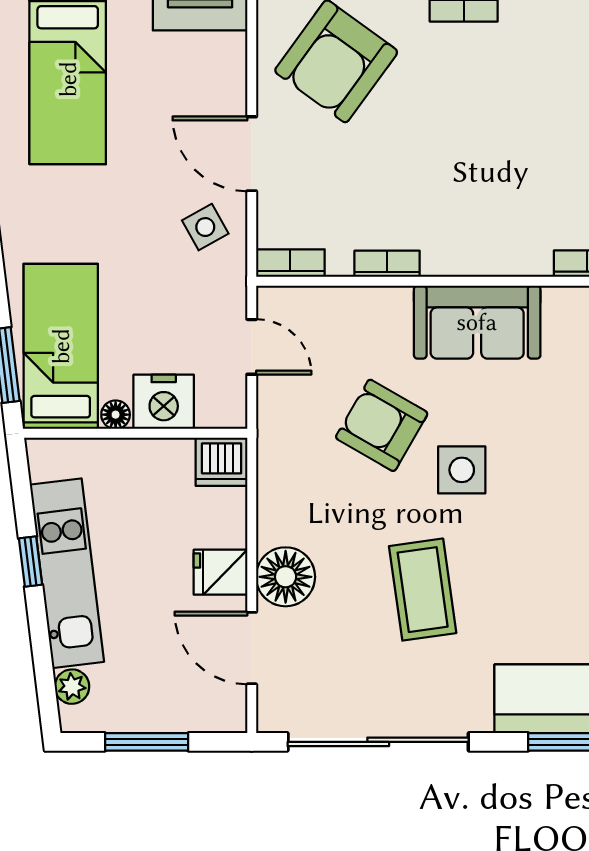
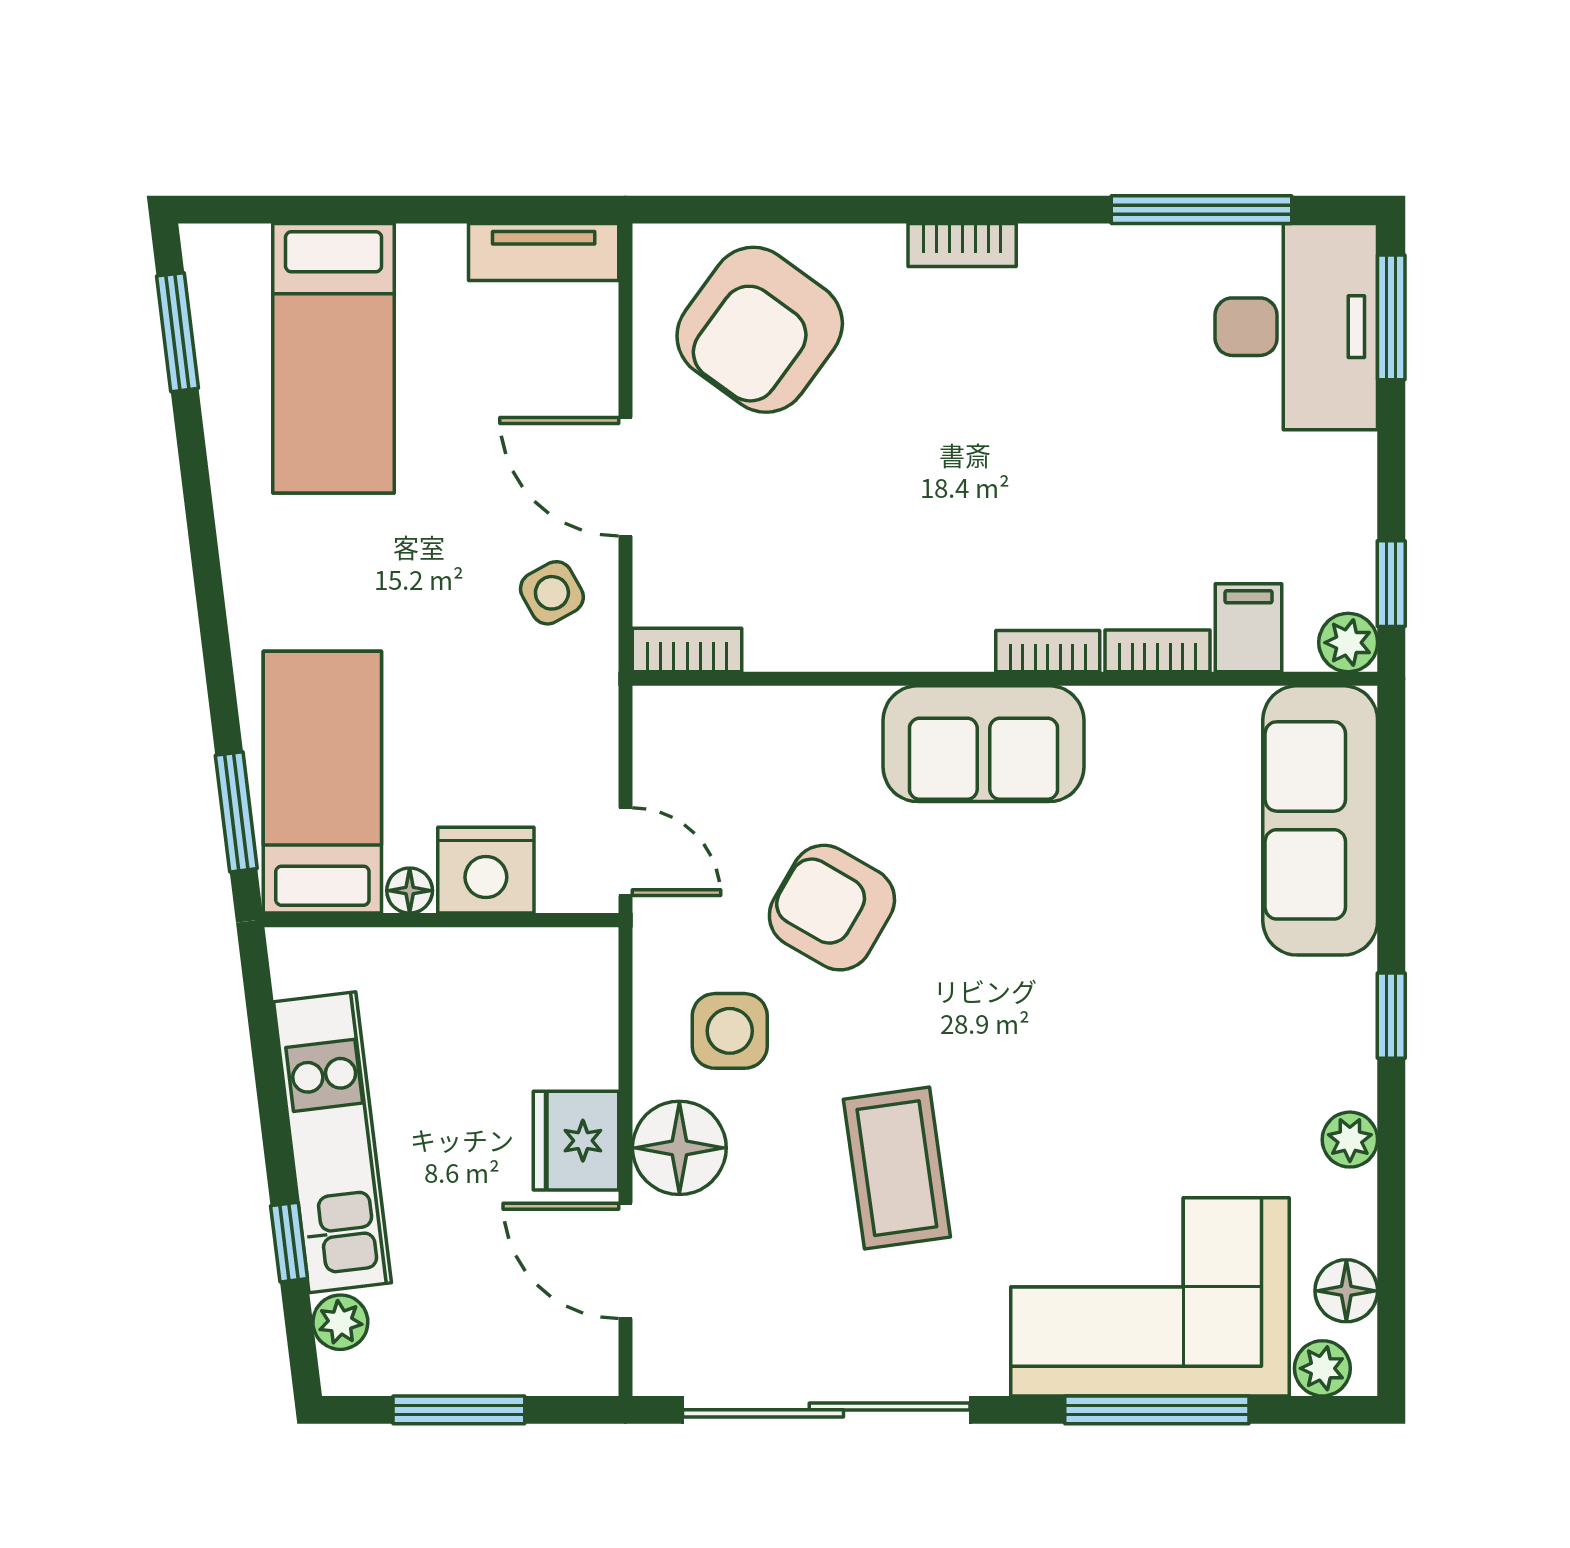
bookcase: (387, 264) -> (1048, 651), moved
door: (252, 347) -> (626, 852), moved
dishwasher: (222, 462) -> (578, 965), removed
side table: (462, 470) -> (730, 1031), moved
window: (31, 562) -> (289, 1242), moved
fridge: (220, 572) -> (576, 1141), width x1.38

